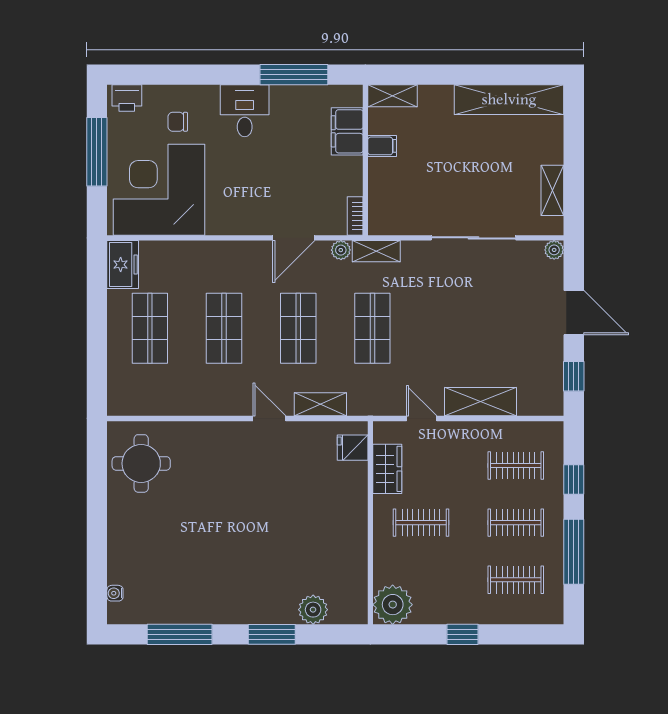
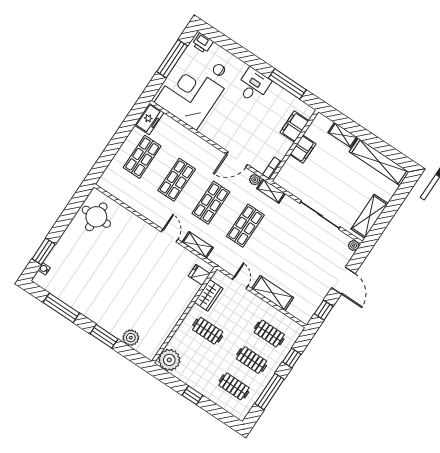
shelving: (393, 96) -> (343, 135), moved
filing cabinet: (382, 146) -> (303, 149), width x2.00
shelving: (552, 190) -> (369, 216), width x1.50, depth x1.33
window: (97, 568) -> (44, 251), added

